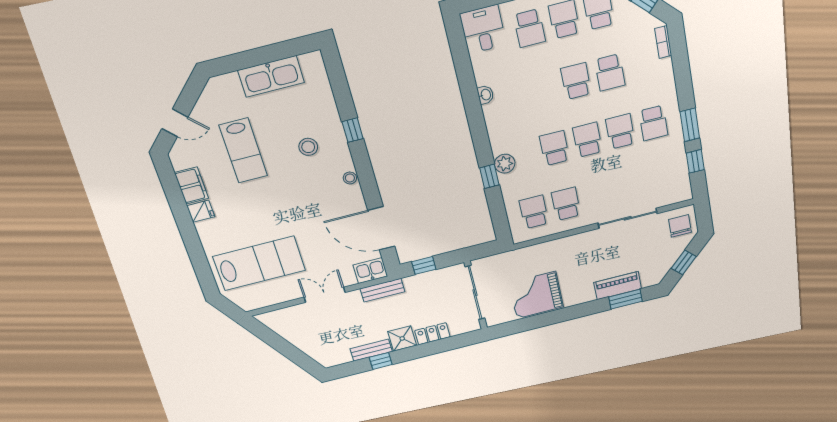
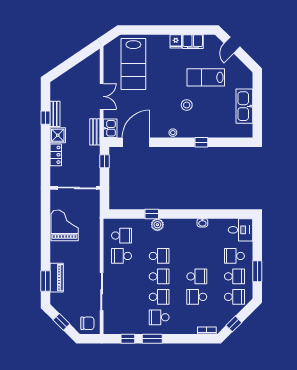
stool: (308, 147) -> (187, 105), moved
school desk: (566, 204) -> (122, 256), turned 180

